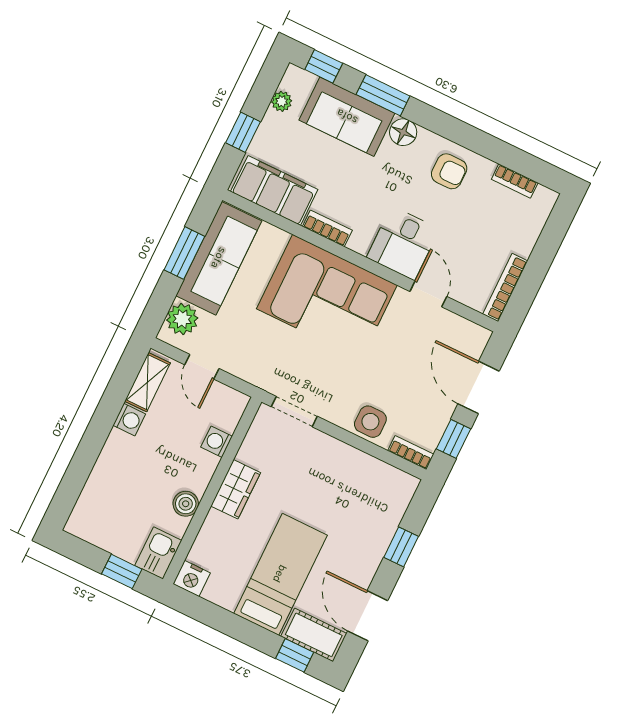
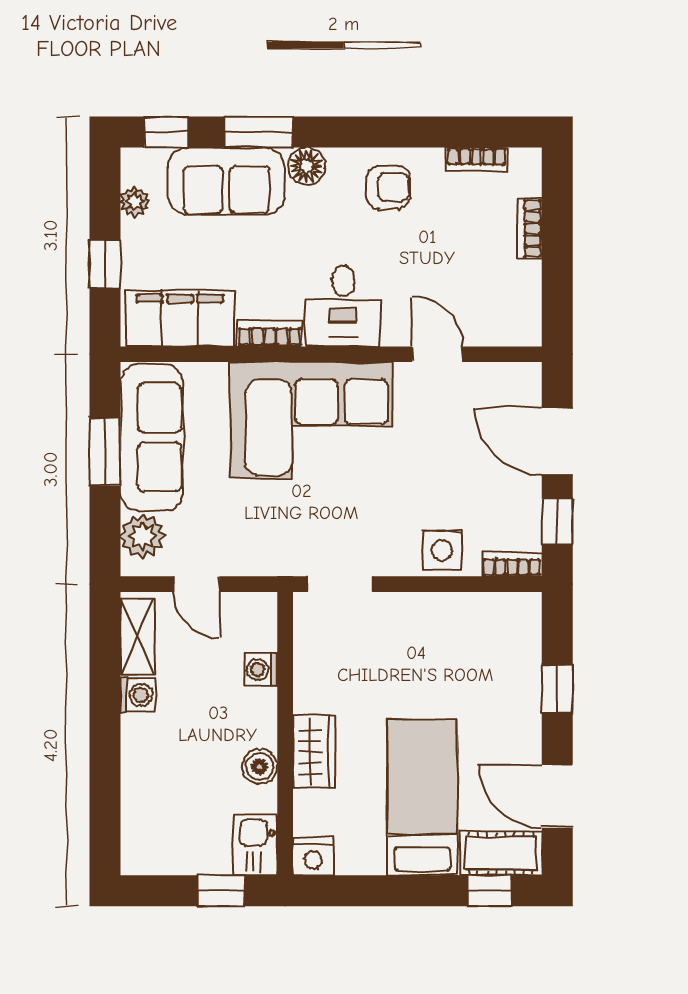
desk: (403, 243) -> (343, 306), moved
bookcase: (505, 287) -> (530, 228), moved, width x0.64
wardrobe: (236, 489) -> (314, 752), moved

